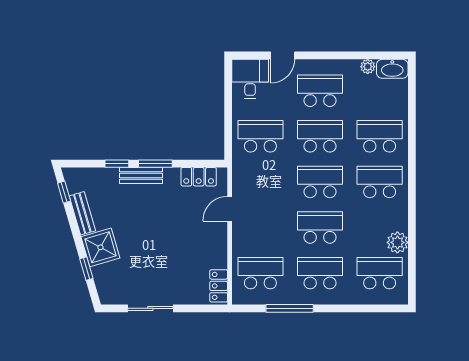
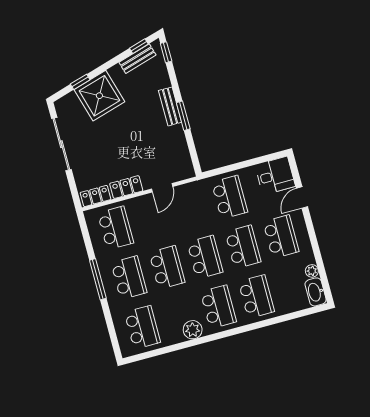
door: (283, 55) -> (302, 197), hinge flipped
window: (117, 164) -> (166, 52), moved
locker: (199, 177) -> (126, 187), moved, turned 90
door: (230, 209) -> (162, 188), swing flipped
bench: (82, 213) -> (137, 59), moved
plant: (397, 242) -> (193, 330), moved
shower: (100, 247) -> (99, 96), width x1.37, depth x1.37
sliding door: (150, 308) -> (61, 144), width x1.37
window: (290, 308) -> (98, 279), moved

